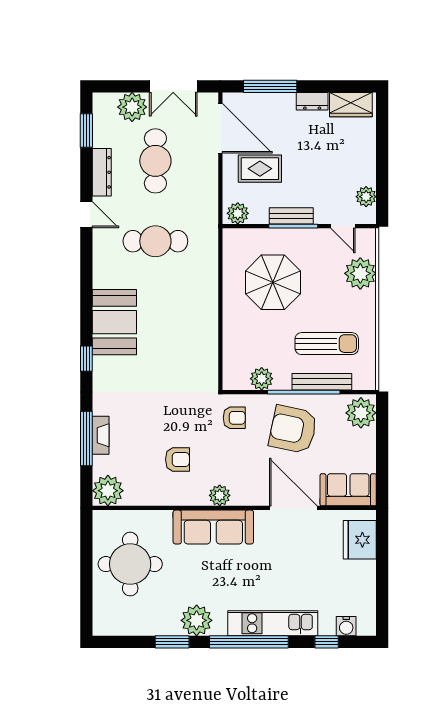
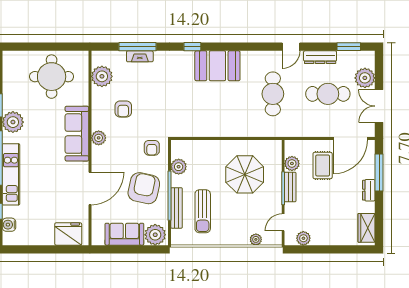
dresser: (312, 101) -> (369, 190), moved
plant: (238, 213) -> (292, 163), moved
plant: (360, 273) -> (256, 239), width x0.53, depth x0.53
sofa: (348, 490) -> (124, 234), moved, turned -90
plant: (108, 491) -> (102, 76), moved

